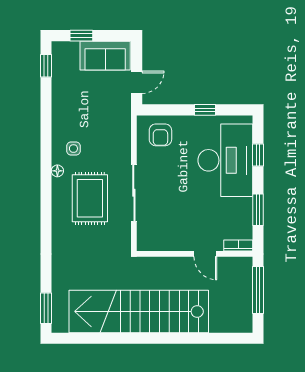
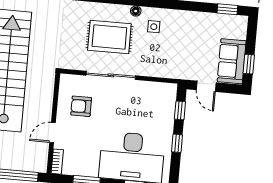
window: (81, 36) -> (249, 64), moved
window: (167, 110) -> (180, 110), added
armchair: (160, 135) -> (81, 106), moved

